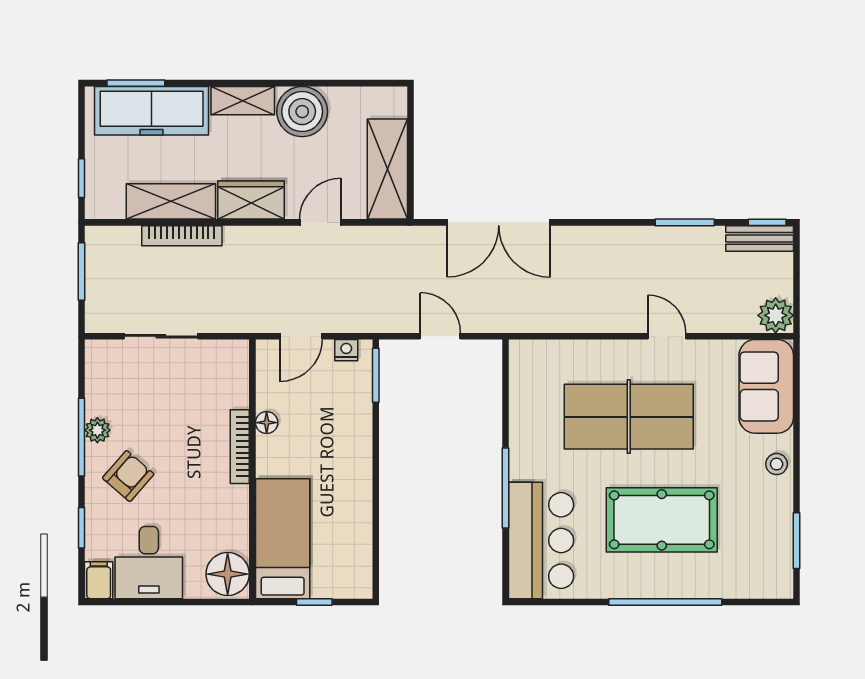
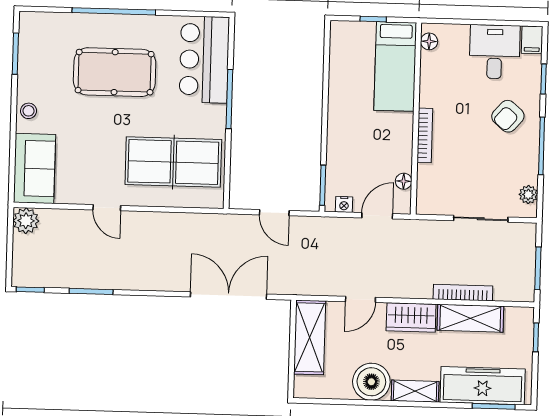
bench: (760, 238) -> (36, 278), removed
table tennis table: (629, 417) -> (173, 162), moved
floor lamp: (267, 423) -> (404, 181), moved
plant: (97, 430) -> (528, 195), moved
floor lamp: (228, 574) -> (429, 41), width x0.53, depth x0.53

